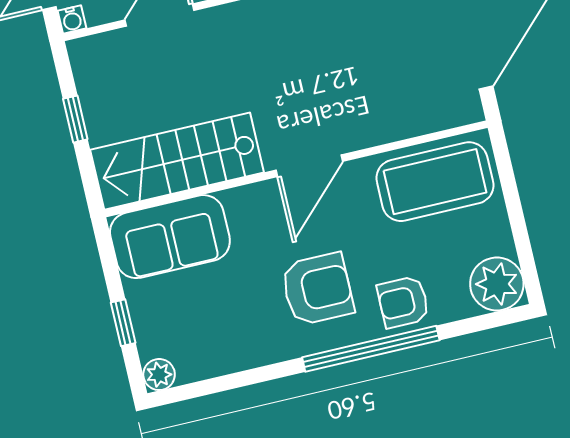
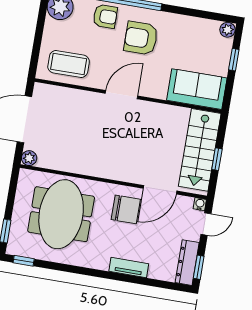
stairs: (177, 161) -> (200, 150), moved, turned 90
coffee table: (435, 182) -> (69, 64), width x0.73, depth x0.76

